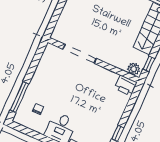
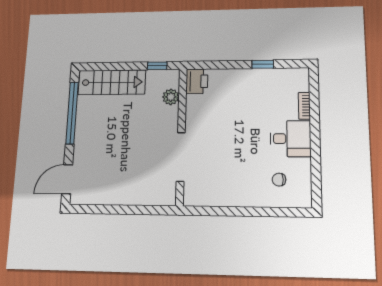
plant: (134, 69) -> (171, 97), moved
window: (19, 97) -> (274, 212), removed

